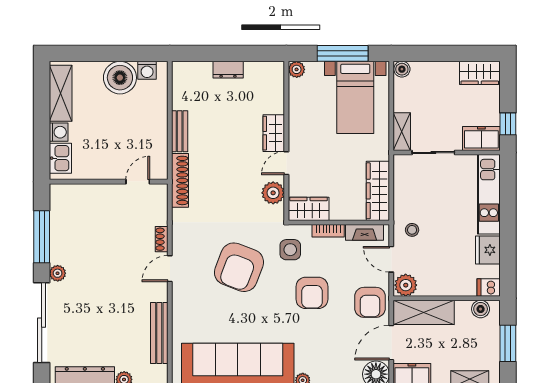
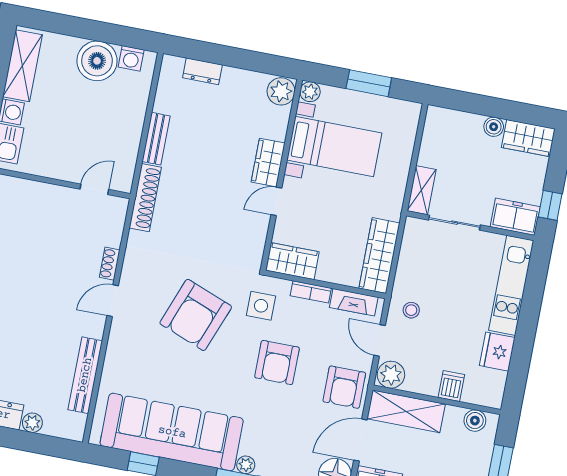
window: (343, 53) -> (369, 83), width x0.69
boiler: (402, 69) -> (494, 127), moved
dresser: (228, 70) -> (202, 71), moved
bed with nightstands: (355, 97) -> (334, 146), moved, turned -90
plant: (273, 193) -> (281, 91), moved
dishwasher: (489, 287) -> (451, 386), moved, turned 90

